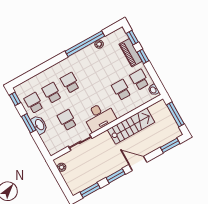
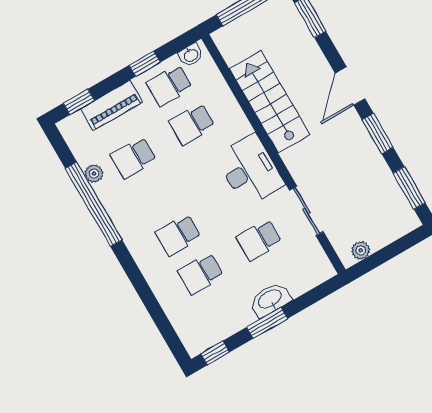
window: (143, 56) -> (145, 64), moved
school desk: (34, 103) -> (134, 158), moved

